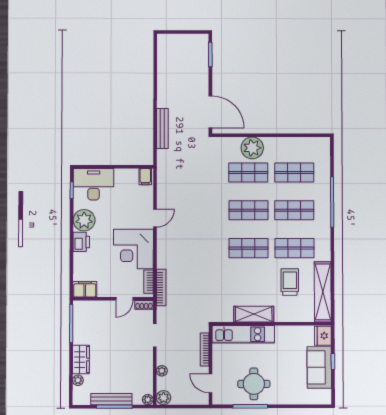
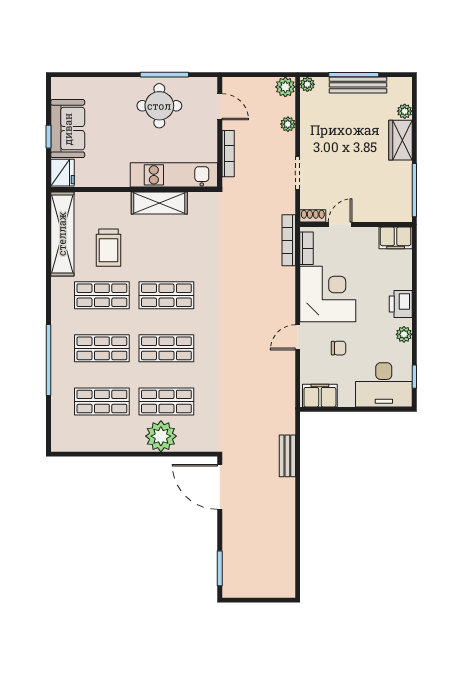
bench: (162, 128) -> (287, 456), width x0.73
filing cabinet: (145, 177) -> (320, 396), width x2.00
chair: (126, 210) -> (339, 348), added
plant: (84, 220) -> (404, 334), width x0.53, depth x0.53

